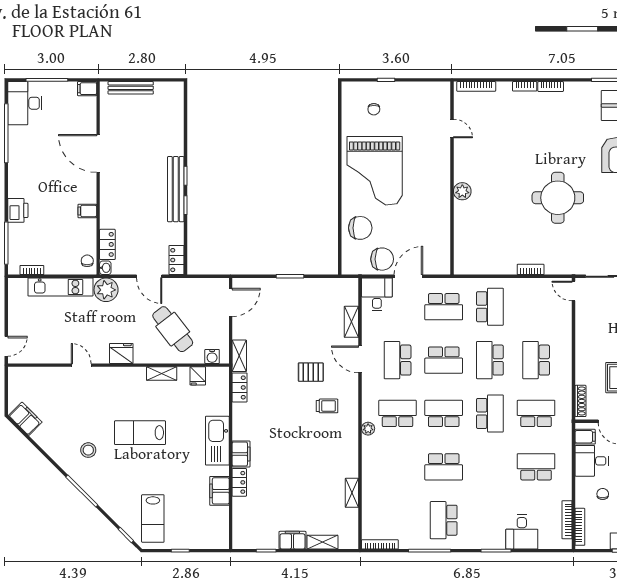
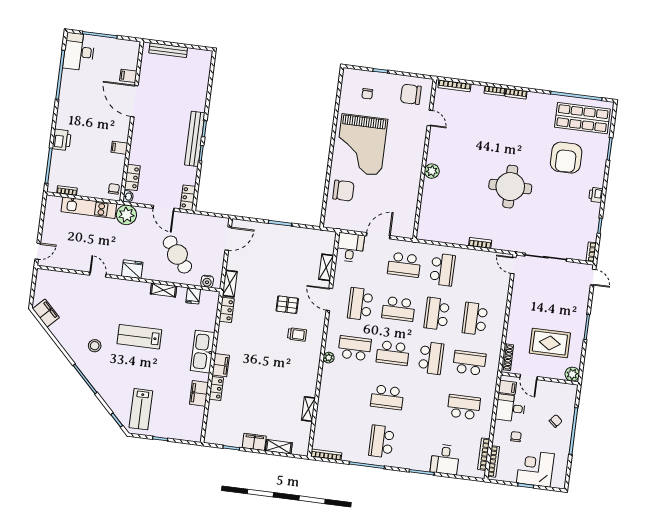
filing cabinet: (87, 89) -> (128, 76), moved
chair: (382, 259) -> (411, 94), moved, turned 180
school desk: (444, 413) -> (393, 353), turned 180

